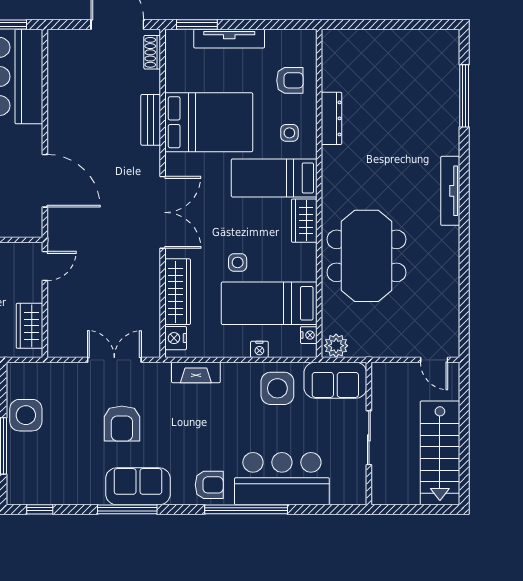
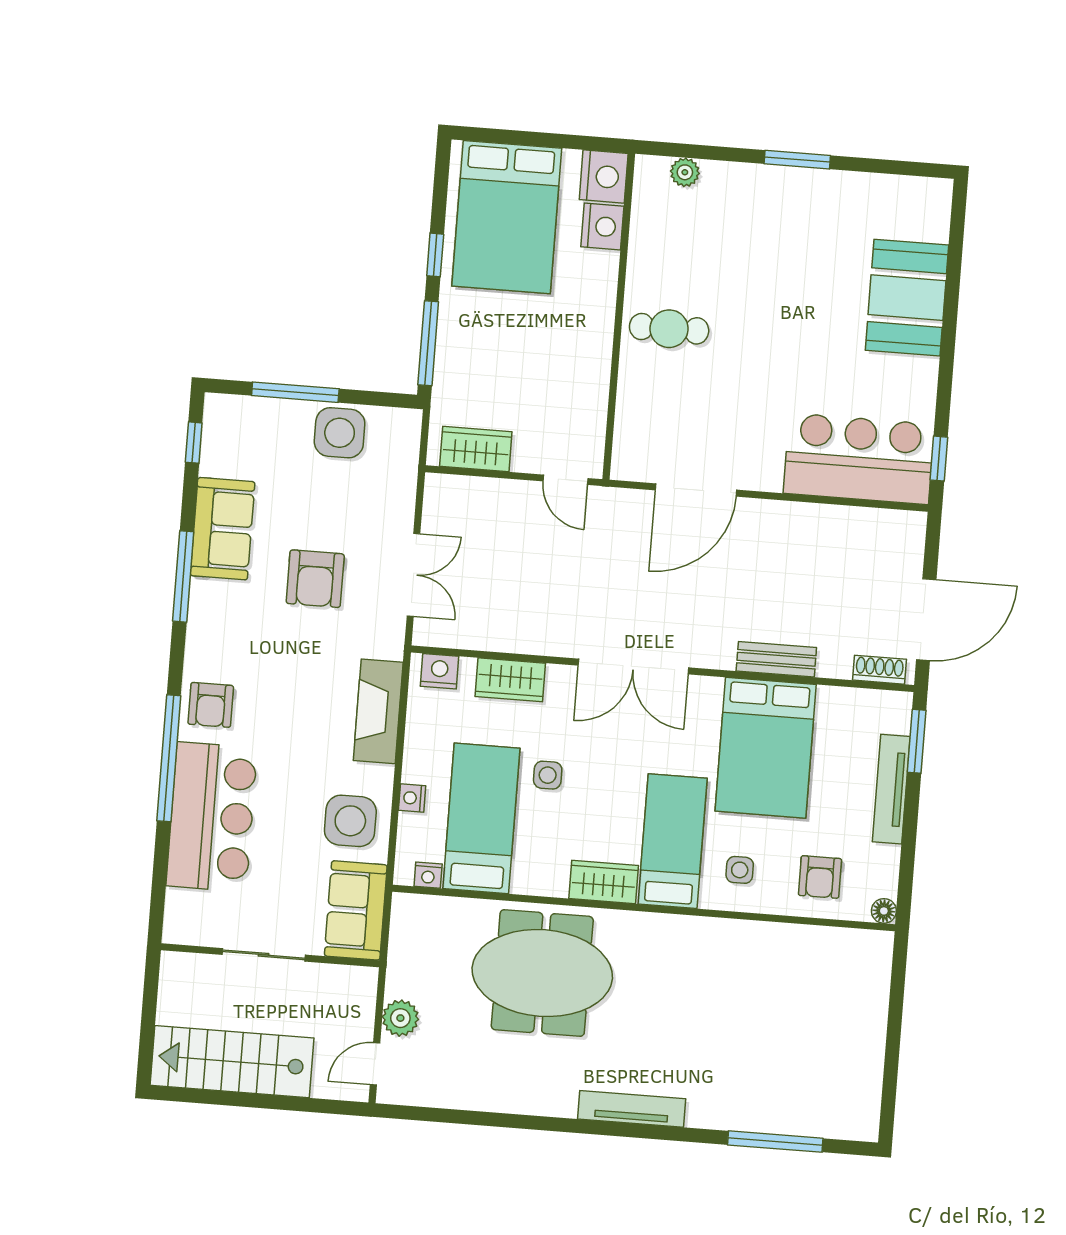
floor lamp: (309, 37) -> (884, 911), added
dresser: (332, 118) -> (757, 936), removed
wardrobe: (178, 292) -> (510, 680), width x0.67
plant: (336, 346) -> (400, 1018), moved
fireplace: (196, 373) -> (378, 711), width x1.37, depth x1.32
armchair: (122, 424) -> (315, 579), turned -90
sofa: (138, 486) -> (223, 529), moved

